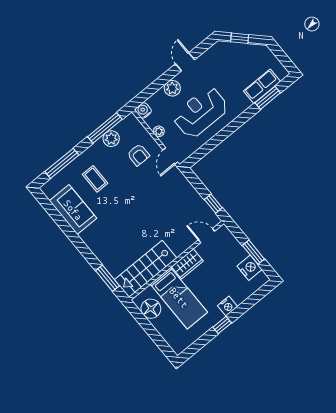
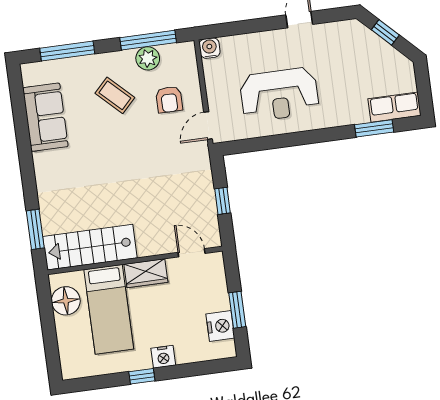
row of seats: (262, 86) -> (394, 107), moved
plant: (172, 88) -> (263, 43), removed
reception desk: (201, 112) -> (279, 95), turned 180
plant: (159, 131) -> (213, 86), removed
coffee table: (95, 179) -> (115, 95), moved, turned -46
window: (213, 204) -> (222, 201), moved

